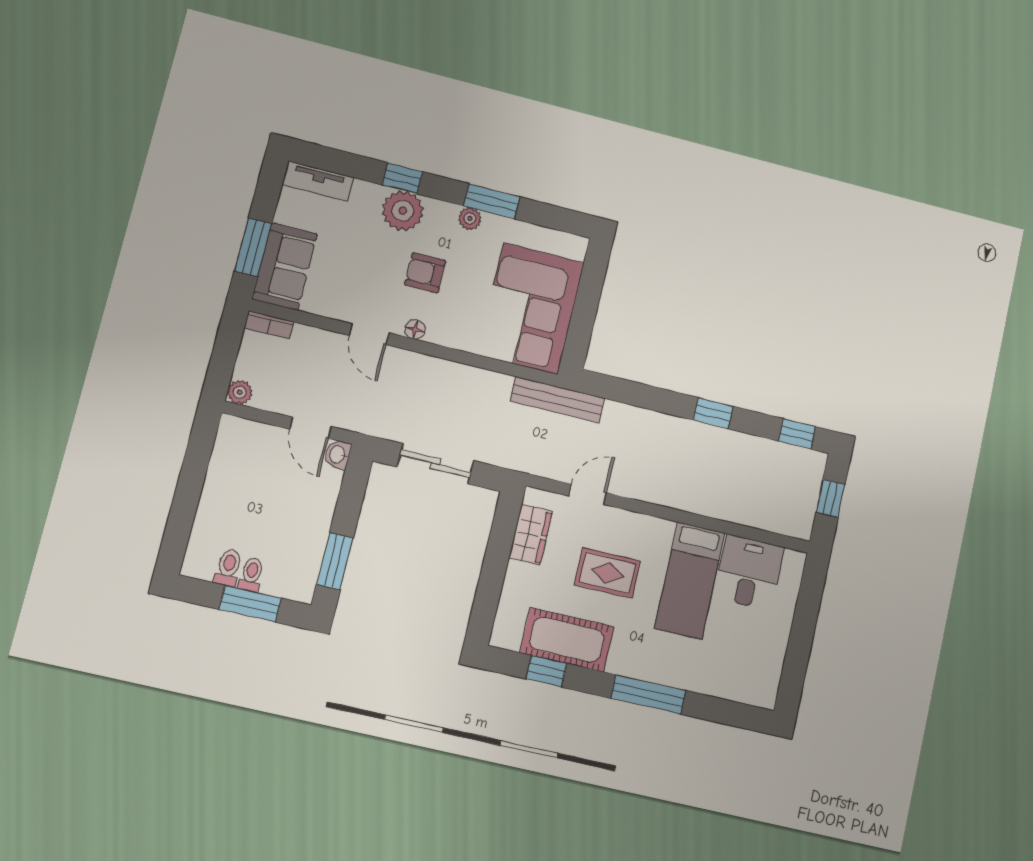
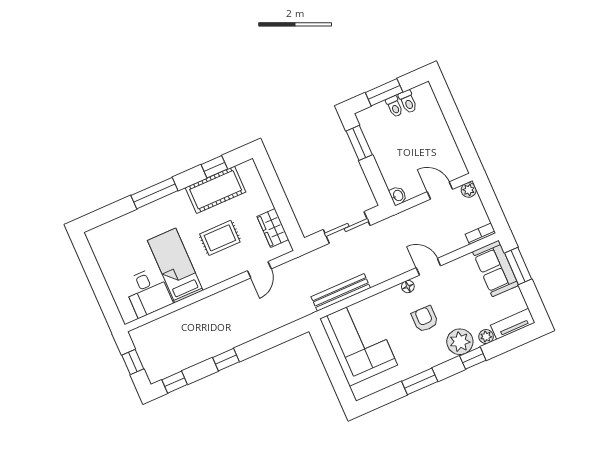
plant: (470, 219) -> (486, 337), moved
armchair: (425, 273) -> (425, 319), turned -90
bench: (557, 400) -> (341, 292), moved
door: (311, 428) -> (440, 190), moved

